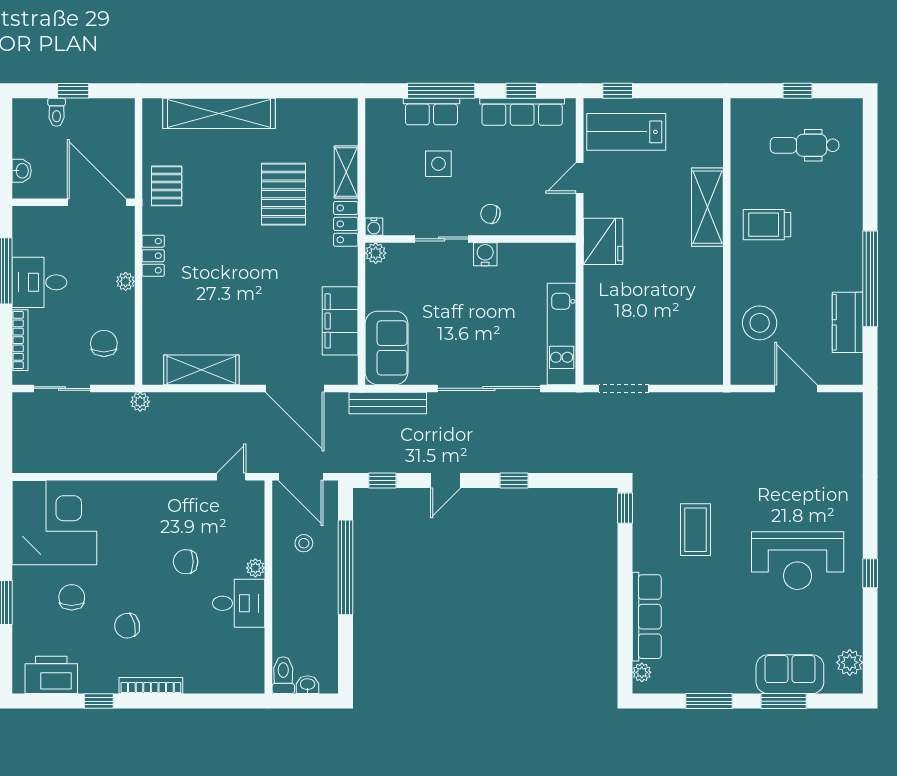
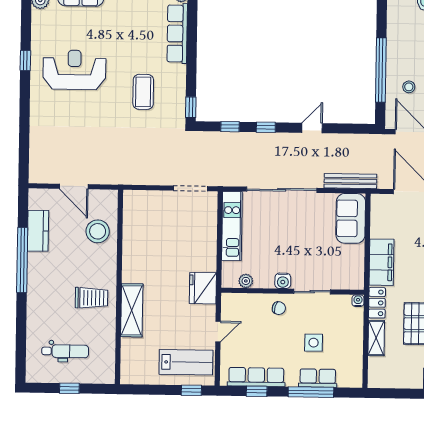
plant: (376, 253) -> (246, 281), moved
filing cabinet: (340, 321) -> (382, 262), moved
window: (382, 480) -> (230, 127), moved

